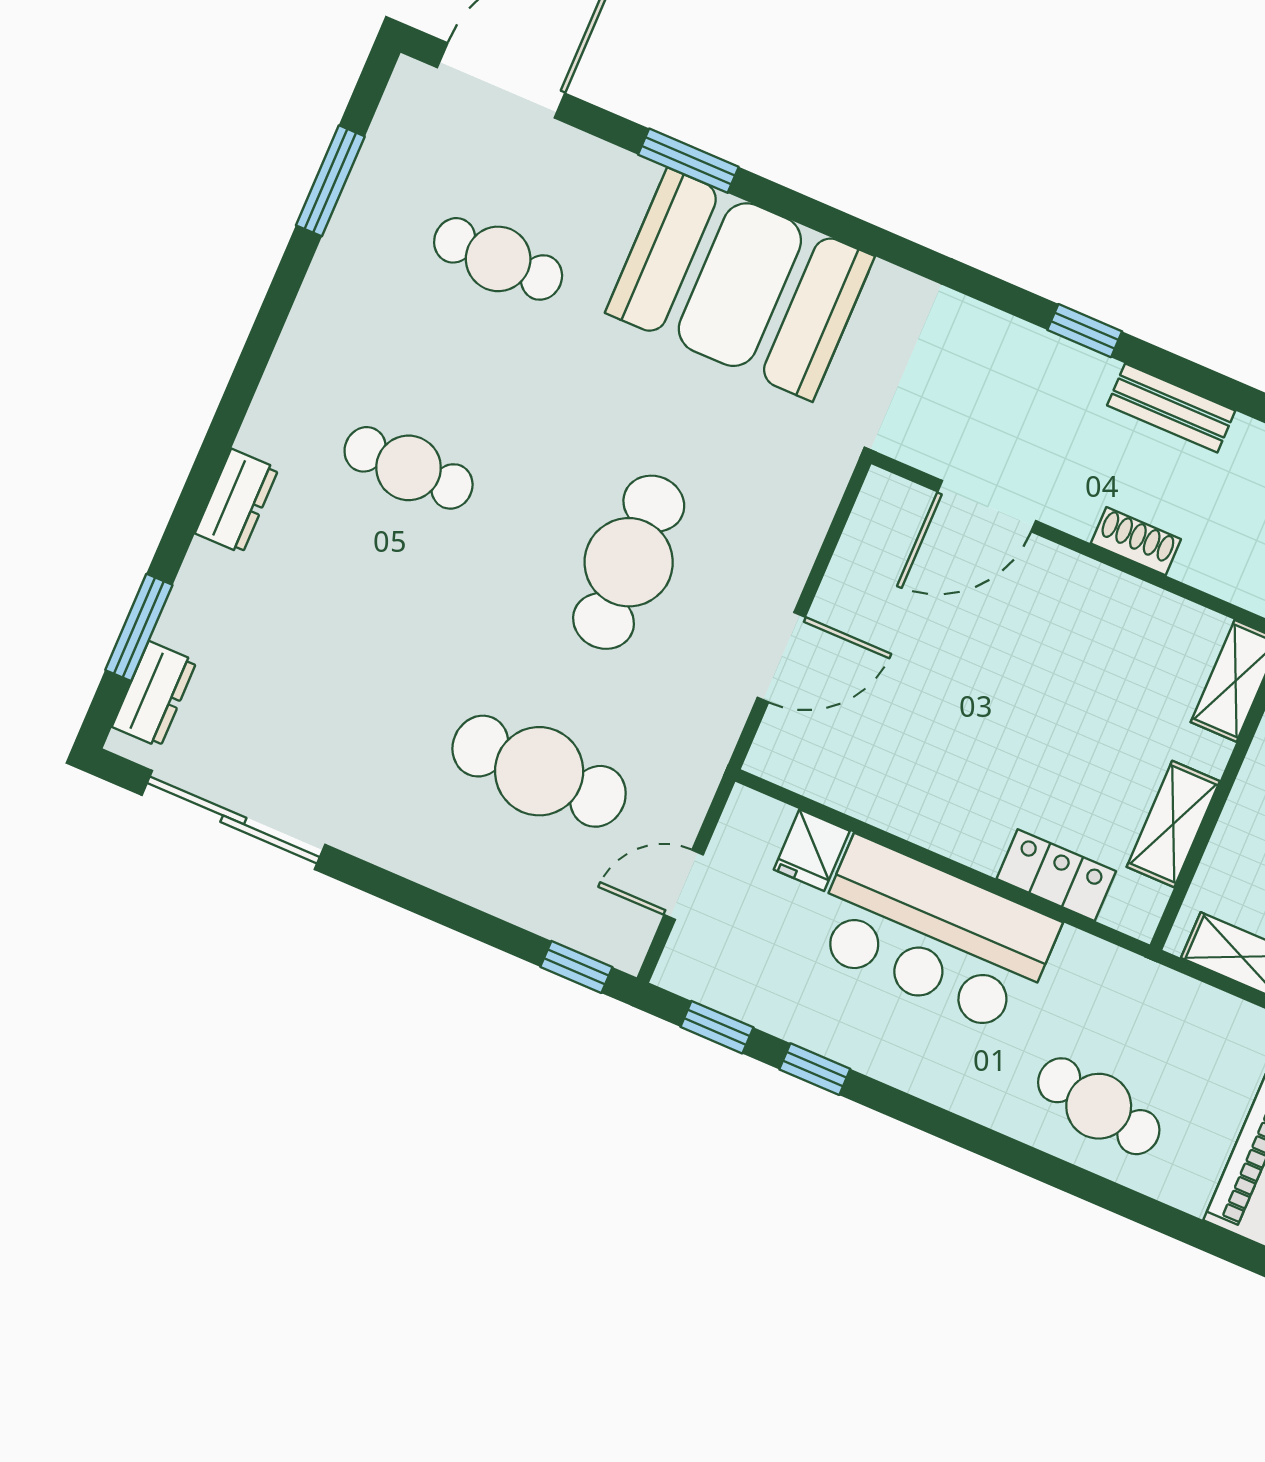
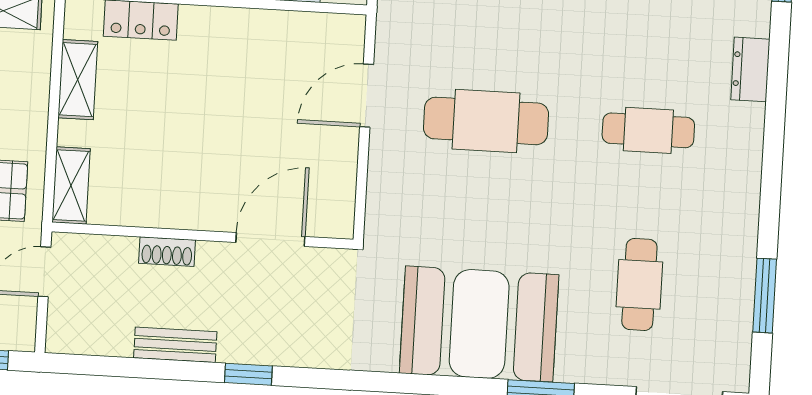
cafe table: (498, 259) -> (639, 284), turned 90
cafe table: (629, 562) -> (486, 121), turned 90

